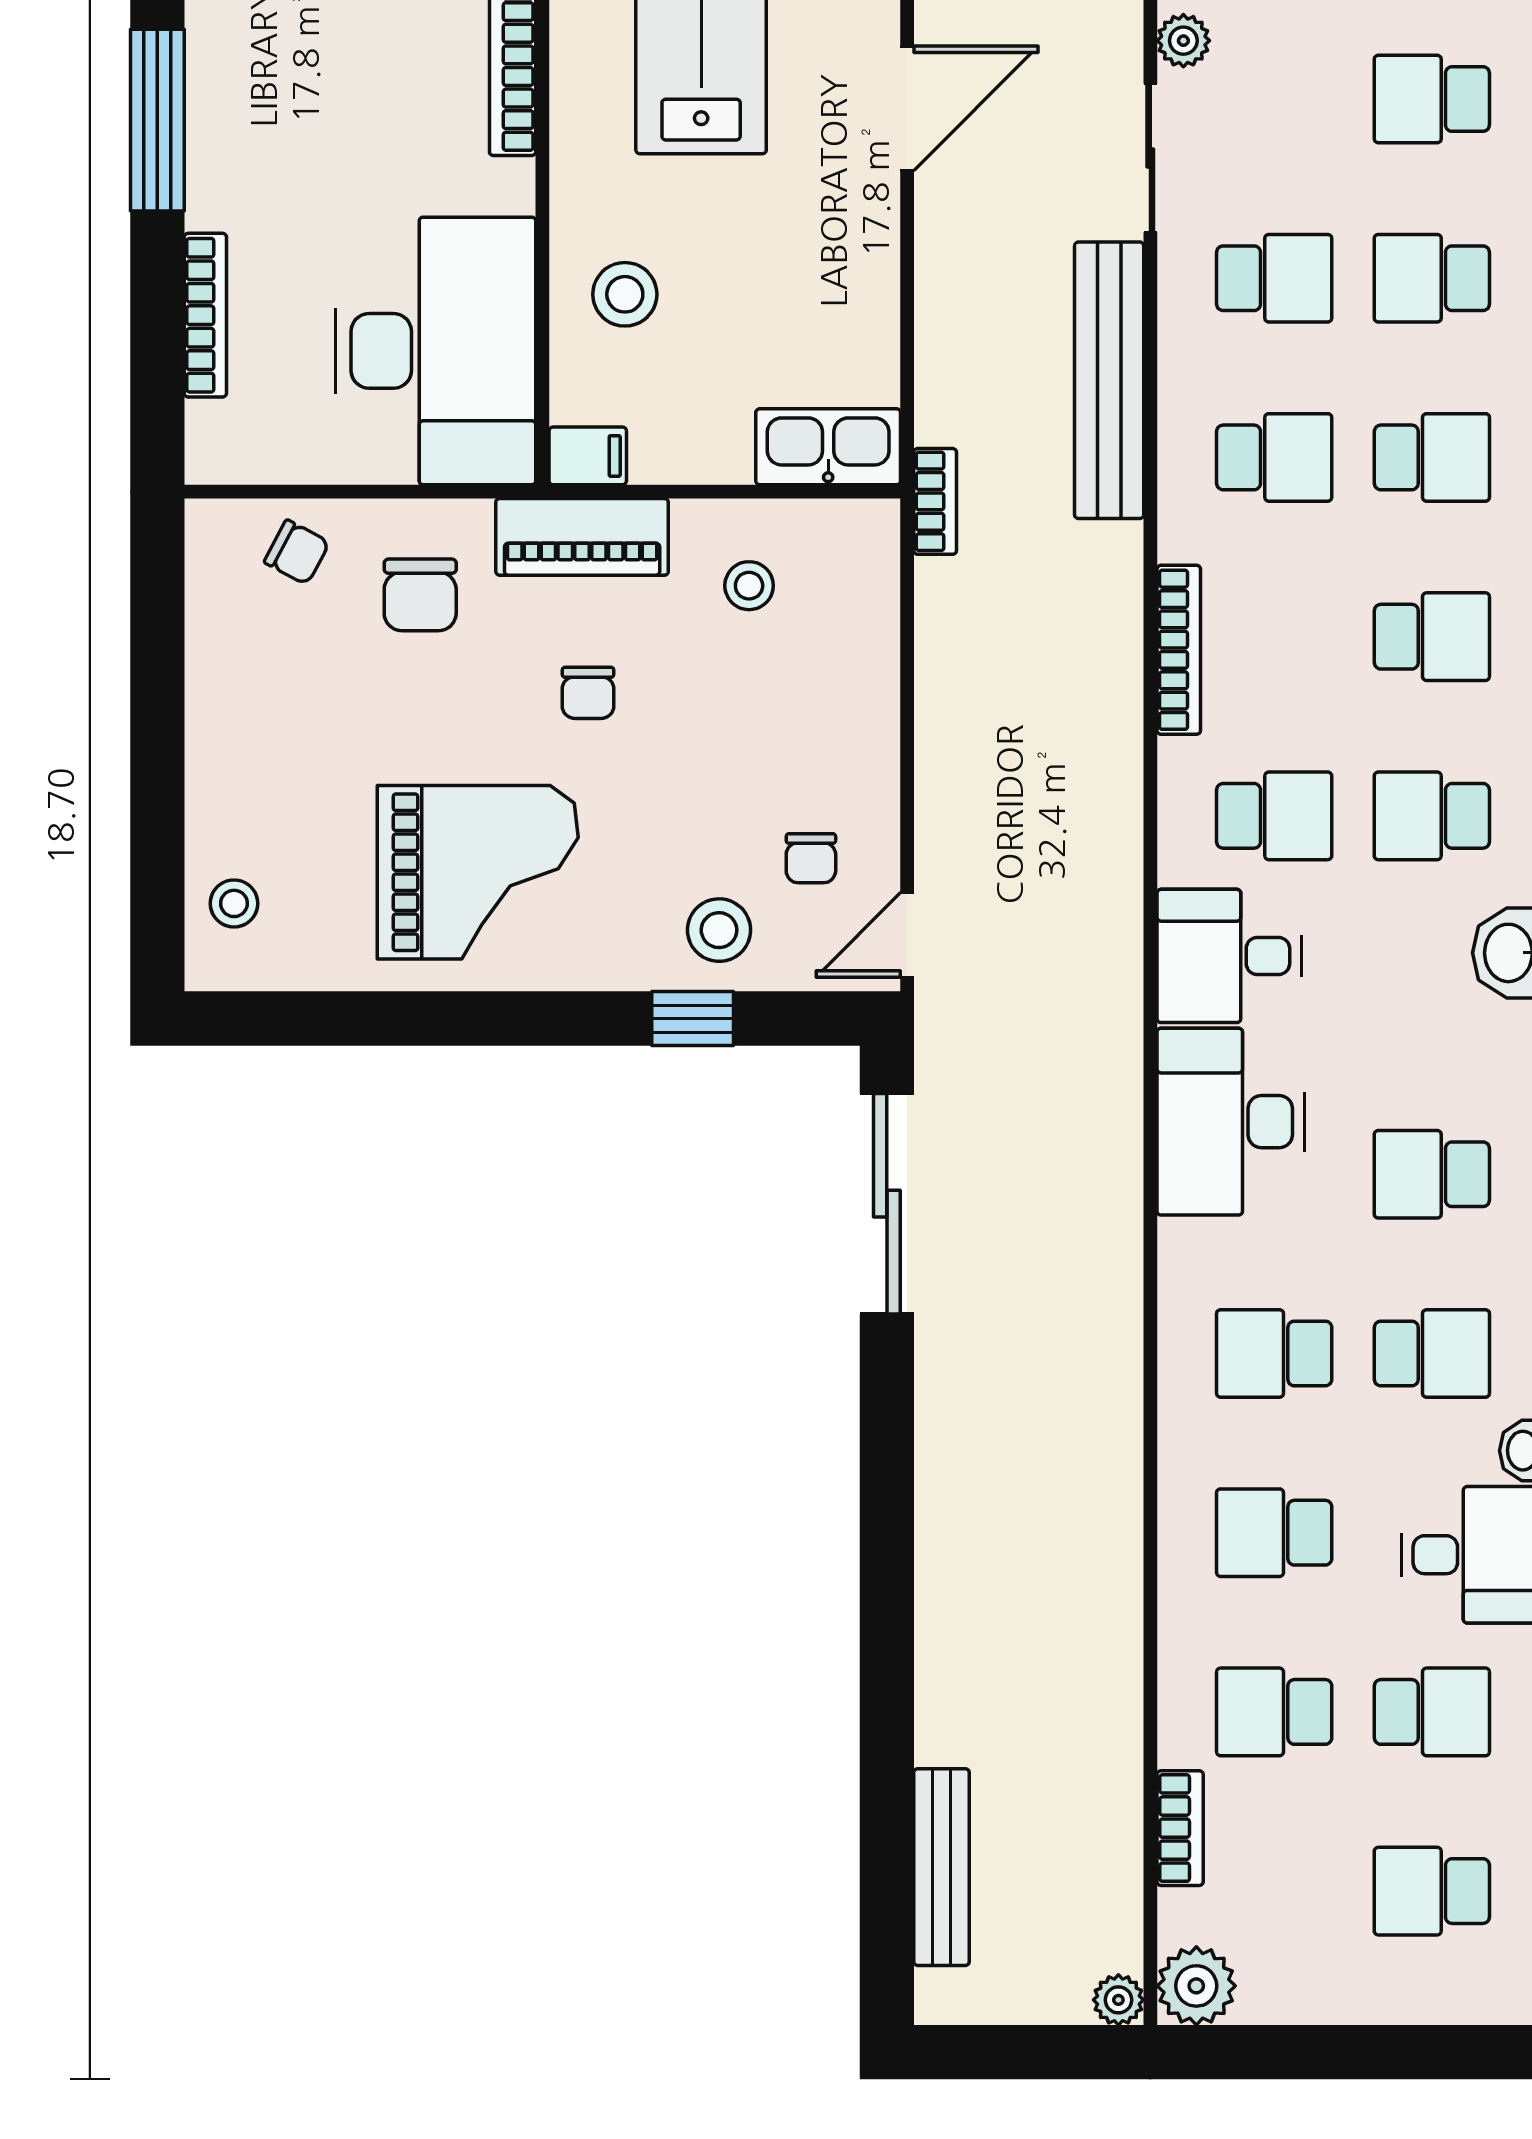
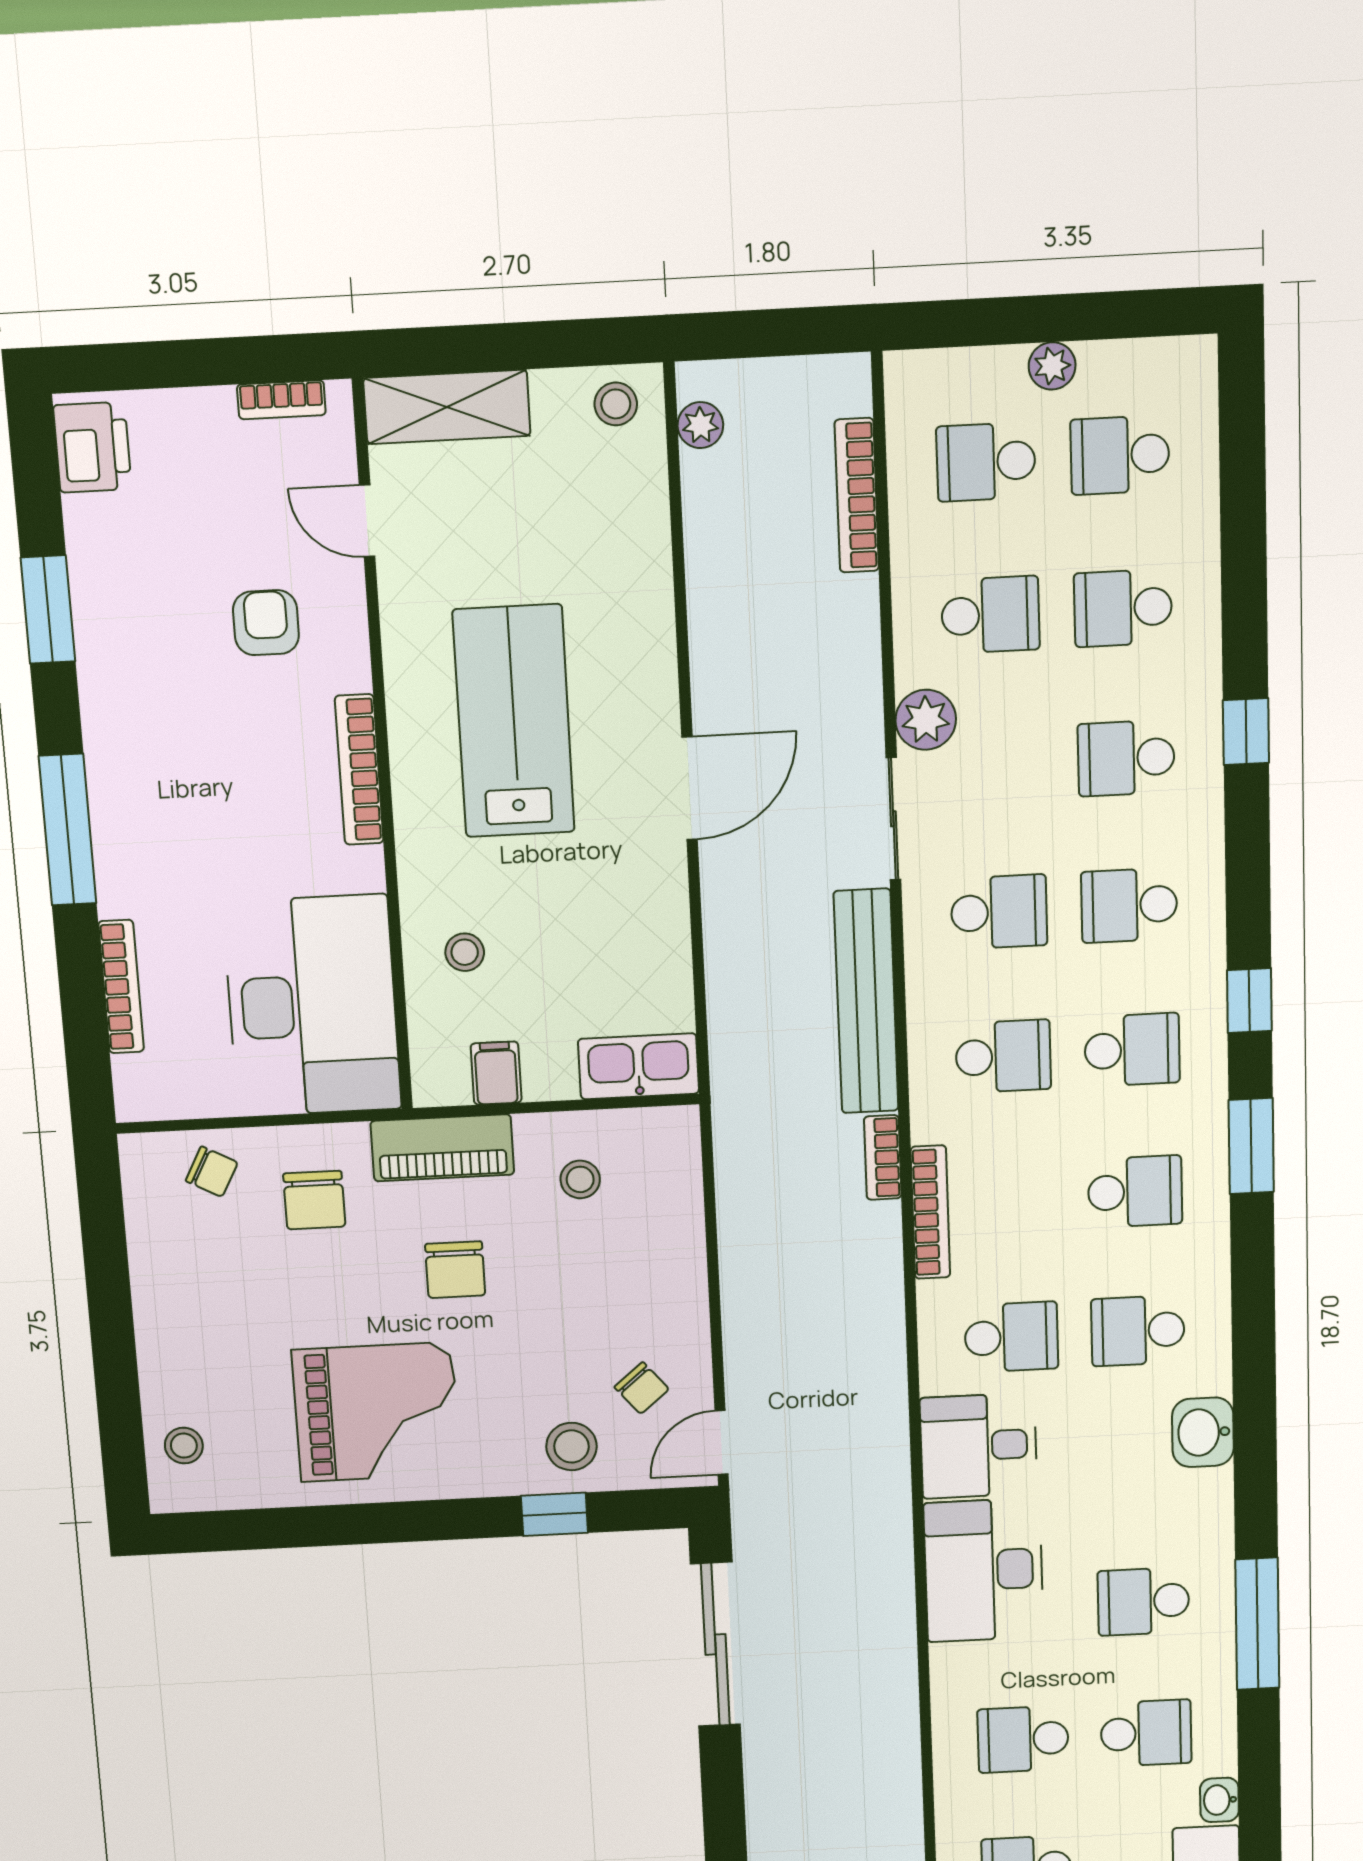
plant: (1183, 41) -> (926, 720), width x1.38, depth x1.38
stool: (625, 294) -> (465, 952), width x0.73, depth x0.73
filing cabinet: (588, 456) -> (496, 1073), moved, turned -90
bookcase: (935, 501) -> (883, 1157), moved, turned 180
chair: (588, 693) -> (455, 1270), width x1.37, depth x1.37
chair: (811, 858) -> (642, 1388), turned -40

